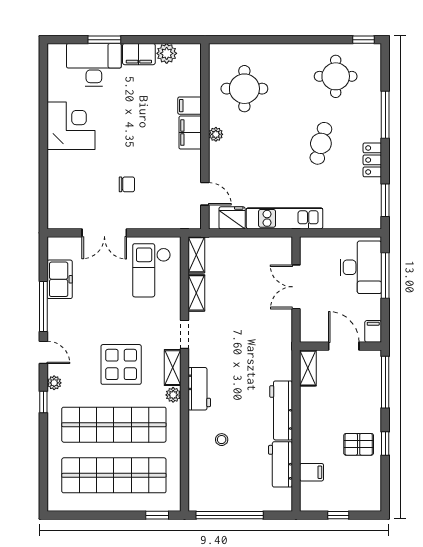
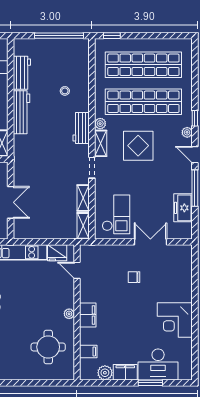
filing cabinet: (189, 106) -> (88, 352), moved

